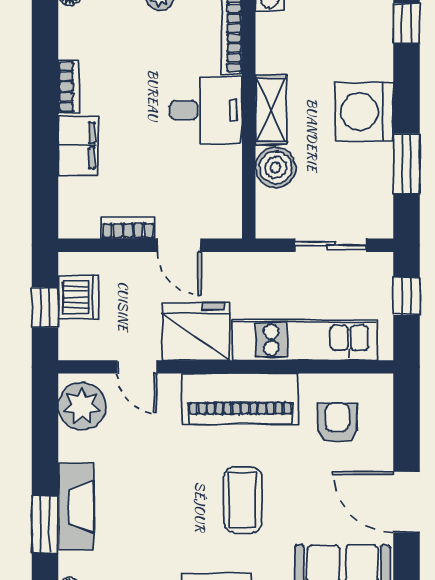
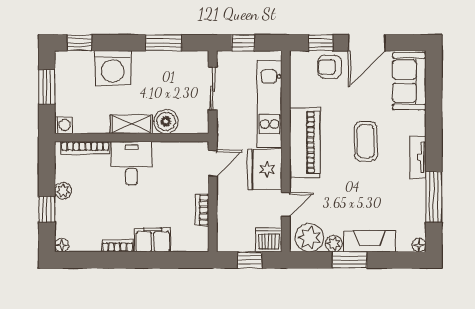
washing machine: (364, 112) -> (113, 68), moved
door: (179, 245) -> (213, 163), moved
dishwasher: (78, 297) -> (269, 240), moved
armchair: (337, 423) -> (330, 67), moved
window: (407, 425) -> (321, 43), added
plant: (72, 447) -> (334, 244), added
coffee table: (242, 500) -> (366, 141), turned 90
window: (45, 524) -> (350, 260), moved

